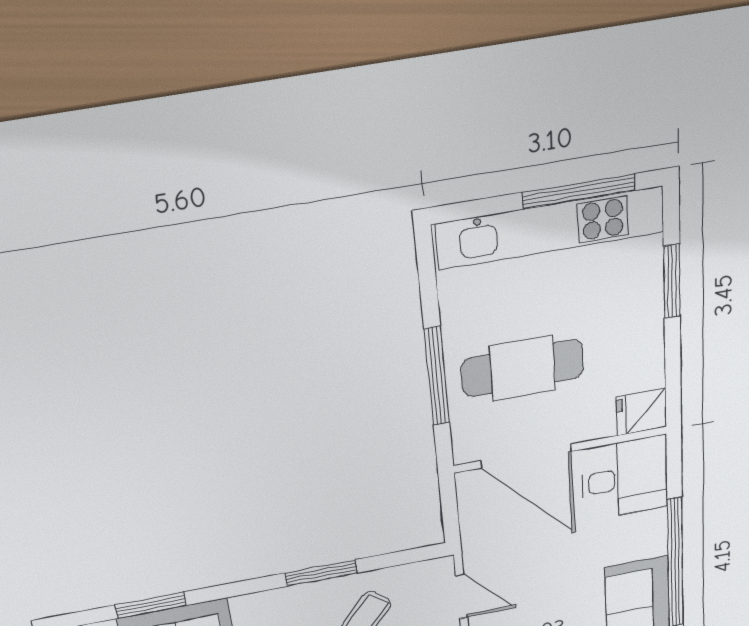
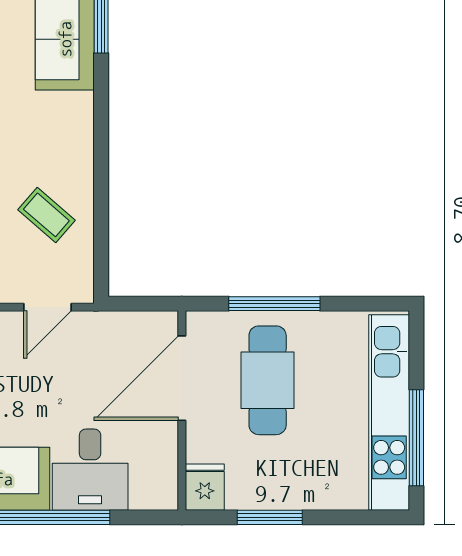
window: (672, 281) -> (270, 517), moved
desk: (625, 478) -> (90, 470), moved
window: (321, 573) -> (101, 179), removed

